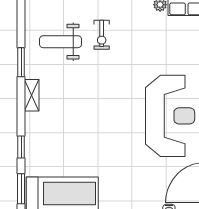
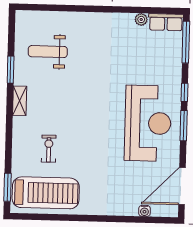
exercise bike: (102, 35) -> (49, 149), moved, turned 180
window: (21, 147) -> (8, 149), removed

